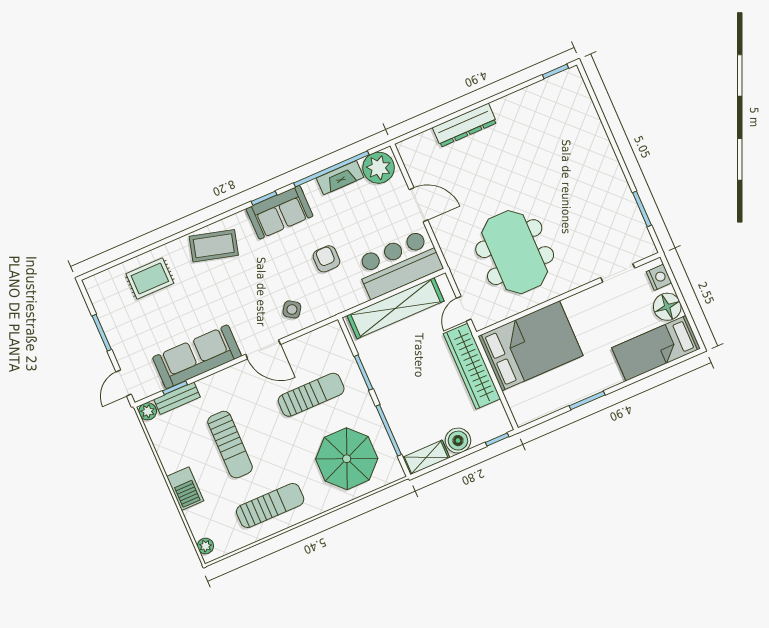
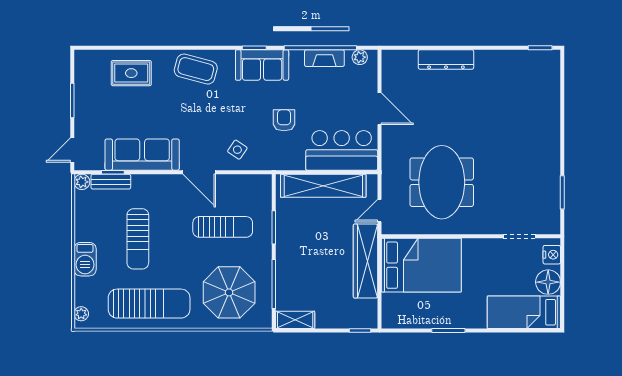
plant: (379, 168) -> (360, 57), width x0.53, depth x0.53
boiler: (458, 441) -> (327, 317), removed
sun lounger: (270, 506) -> (149, 304), width x1.36, depth x1.34

